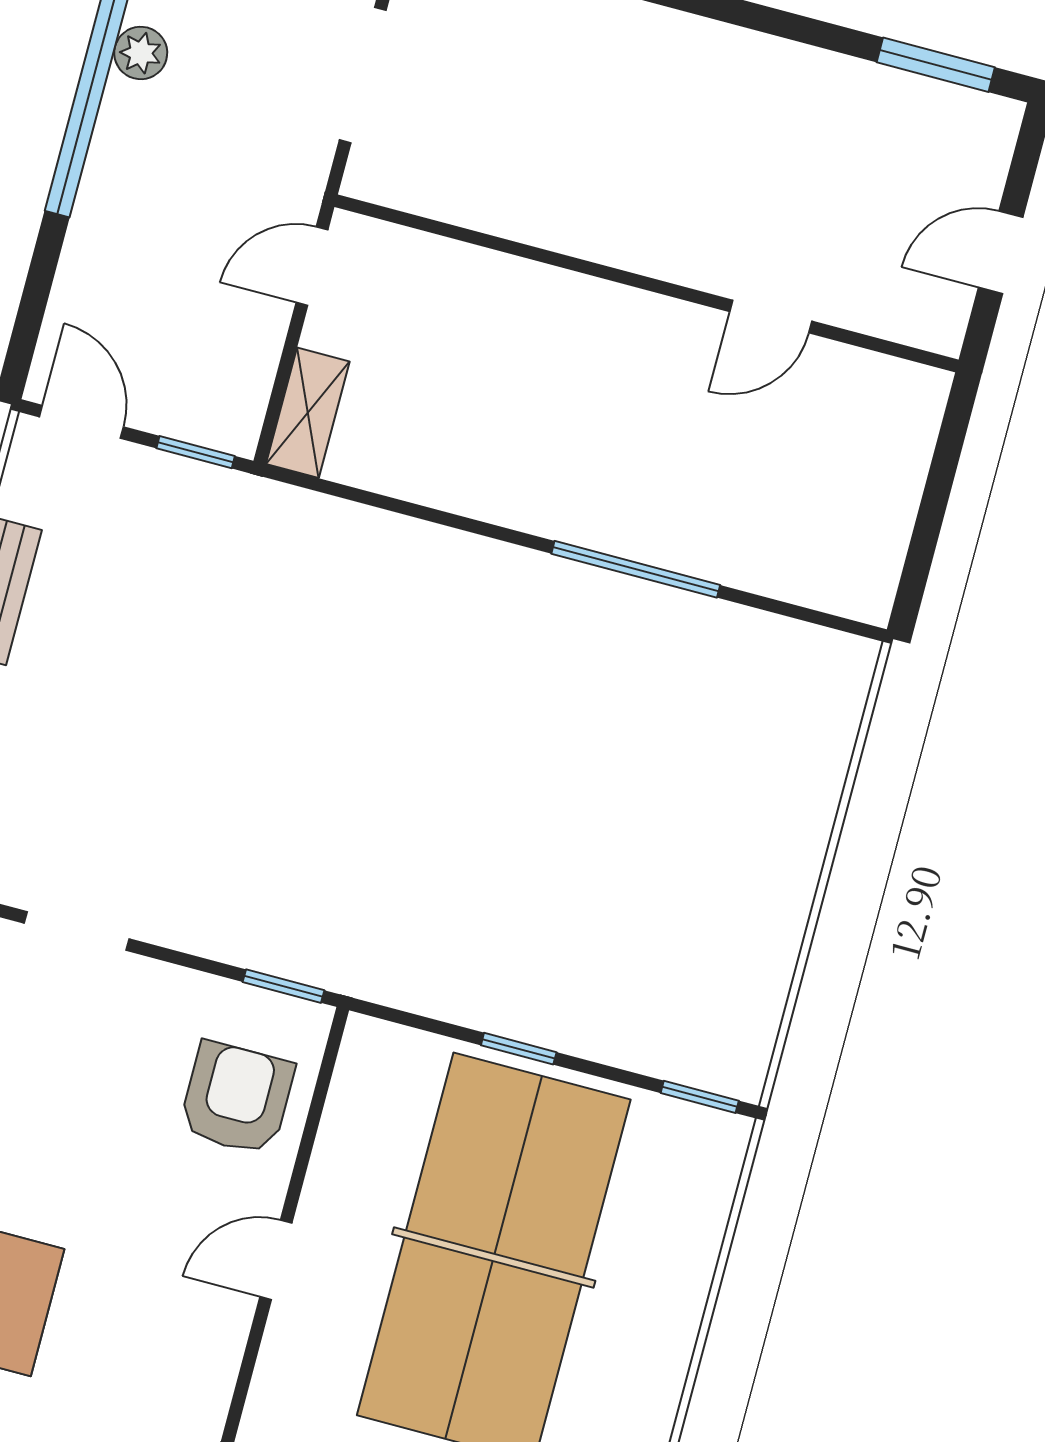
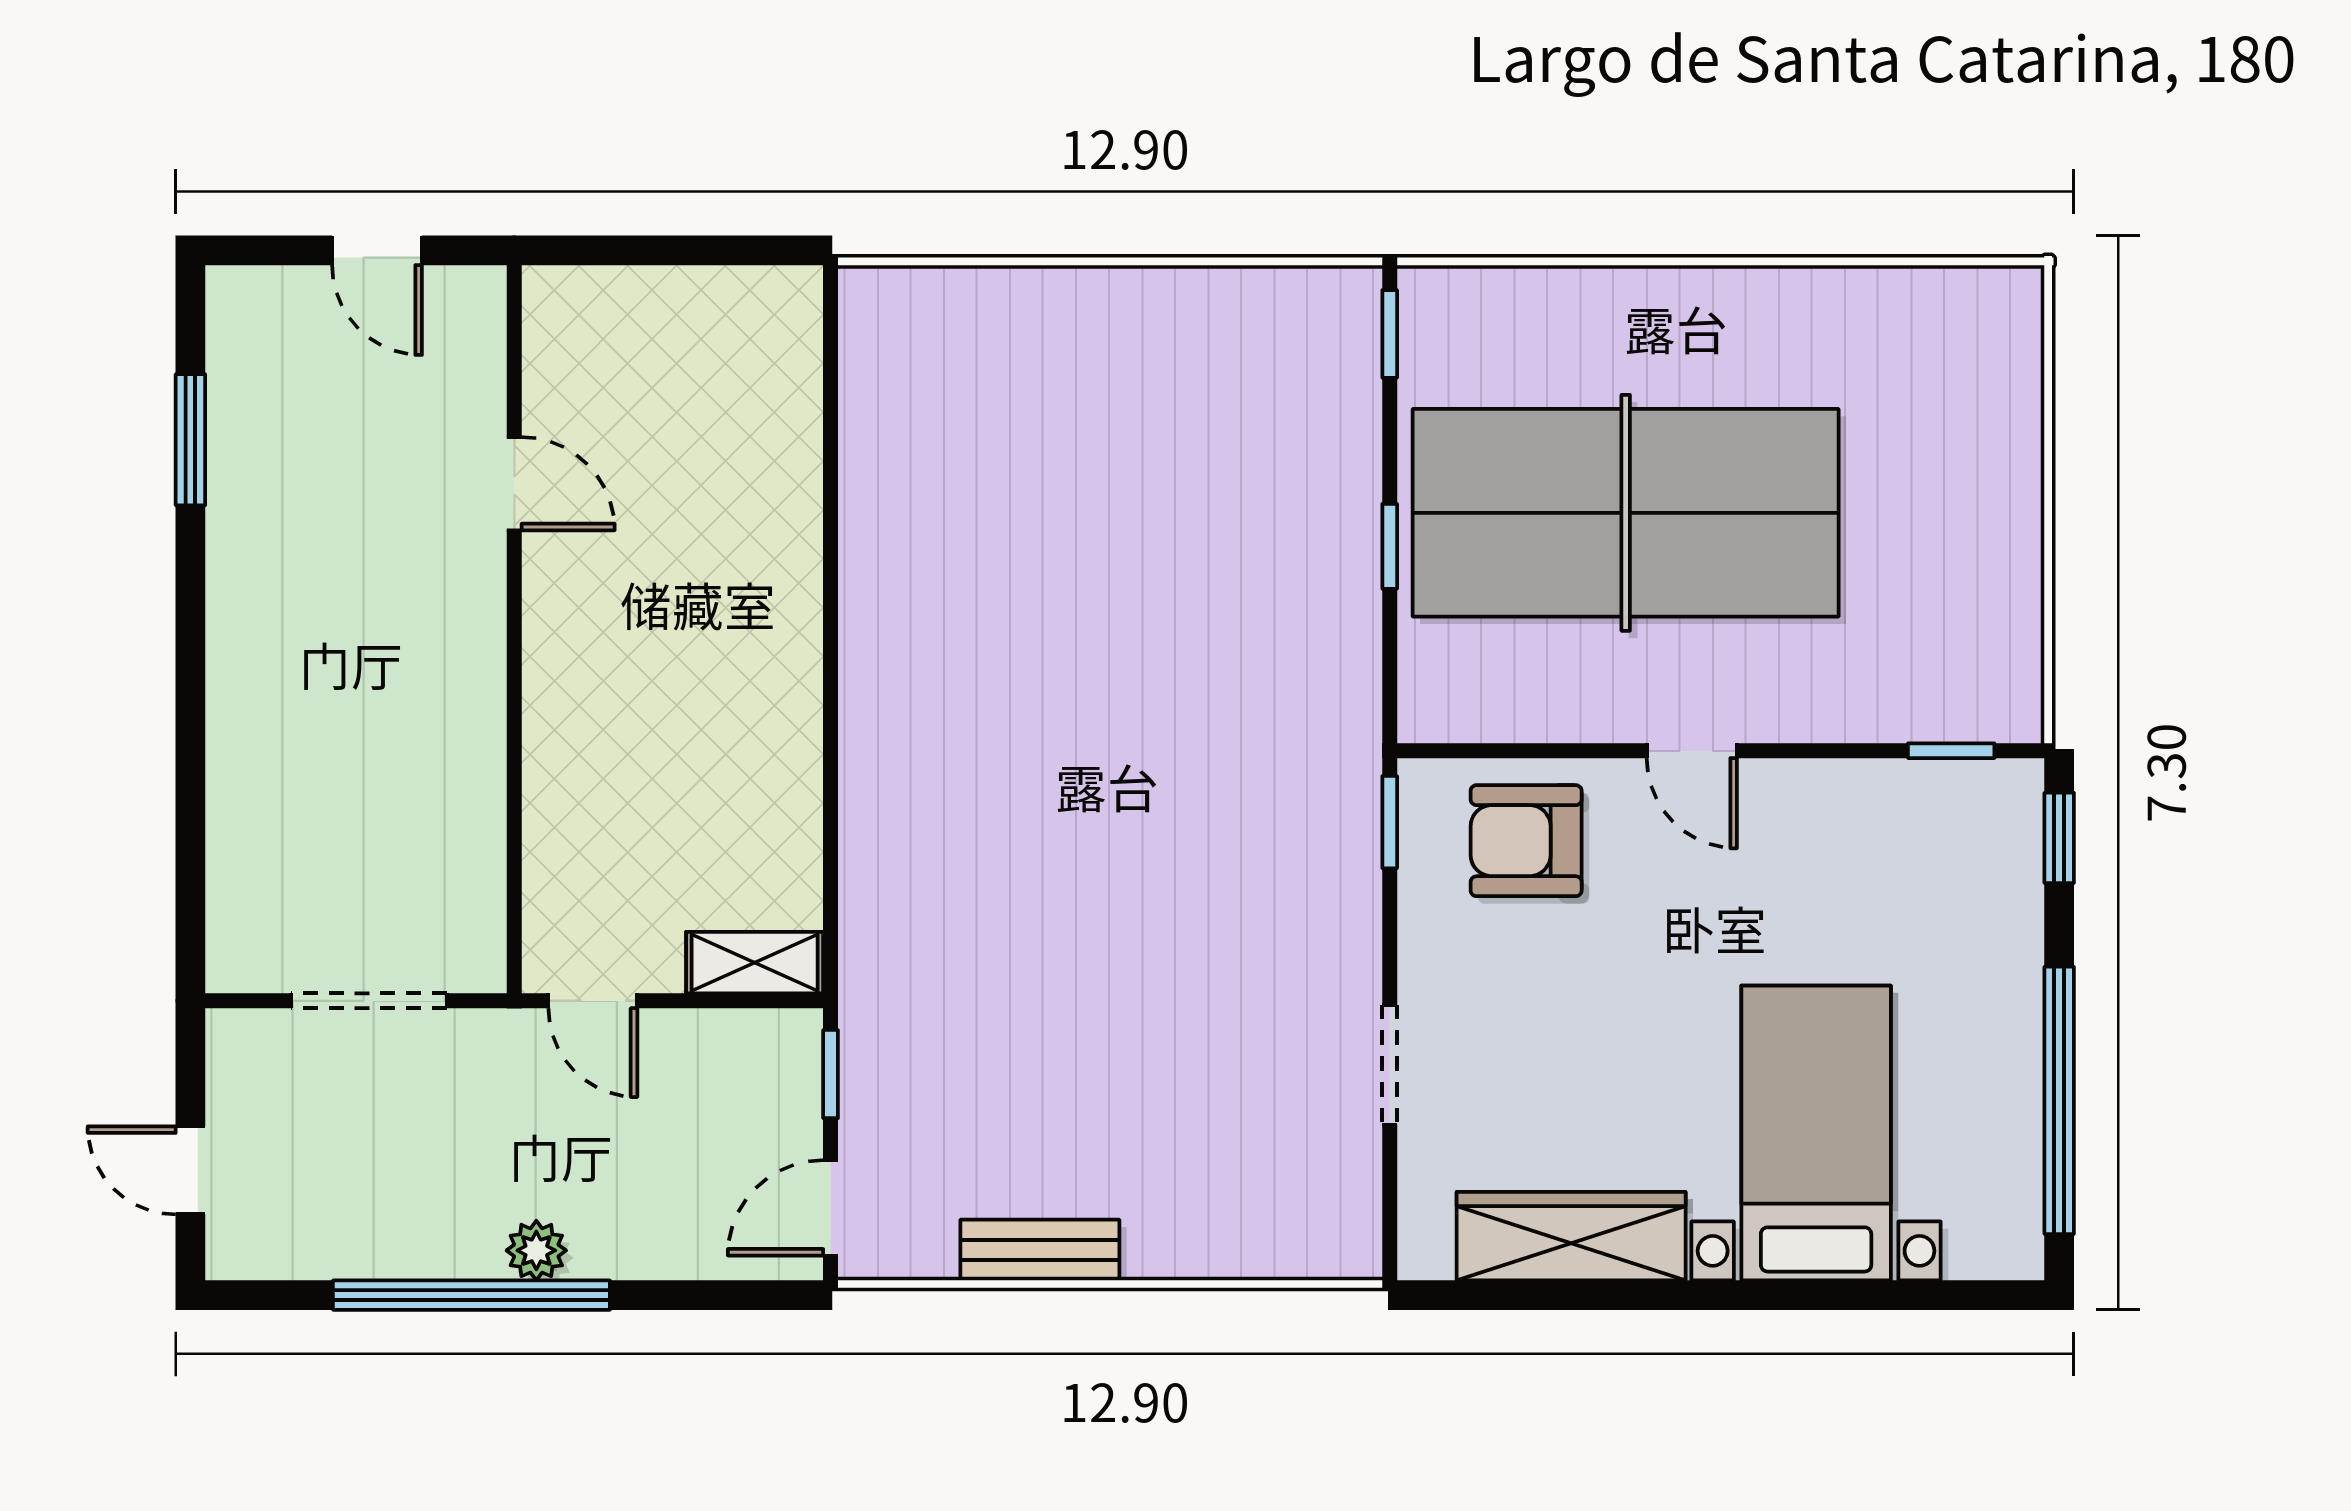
plant: (141, 53) -> (536, 1250), moved
window: (936, 65) -> (190, 440), moved
window: (636, 569) -> (831, 558), removed

